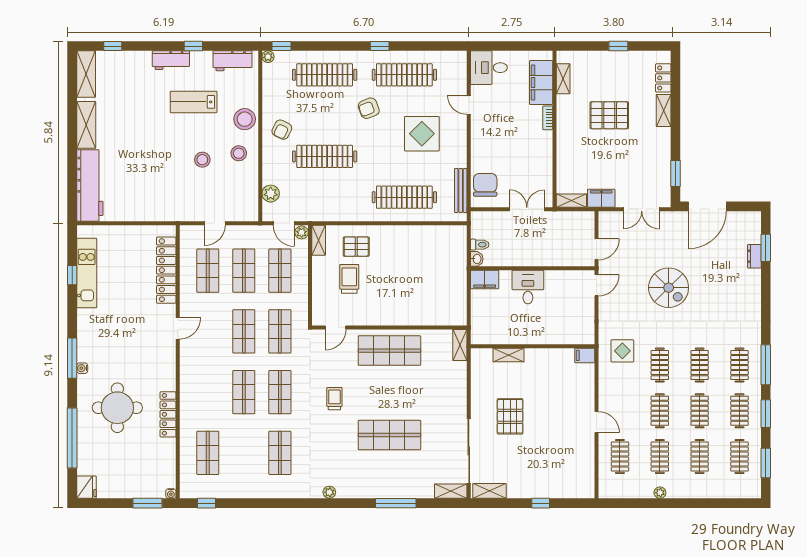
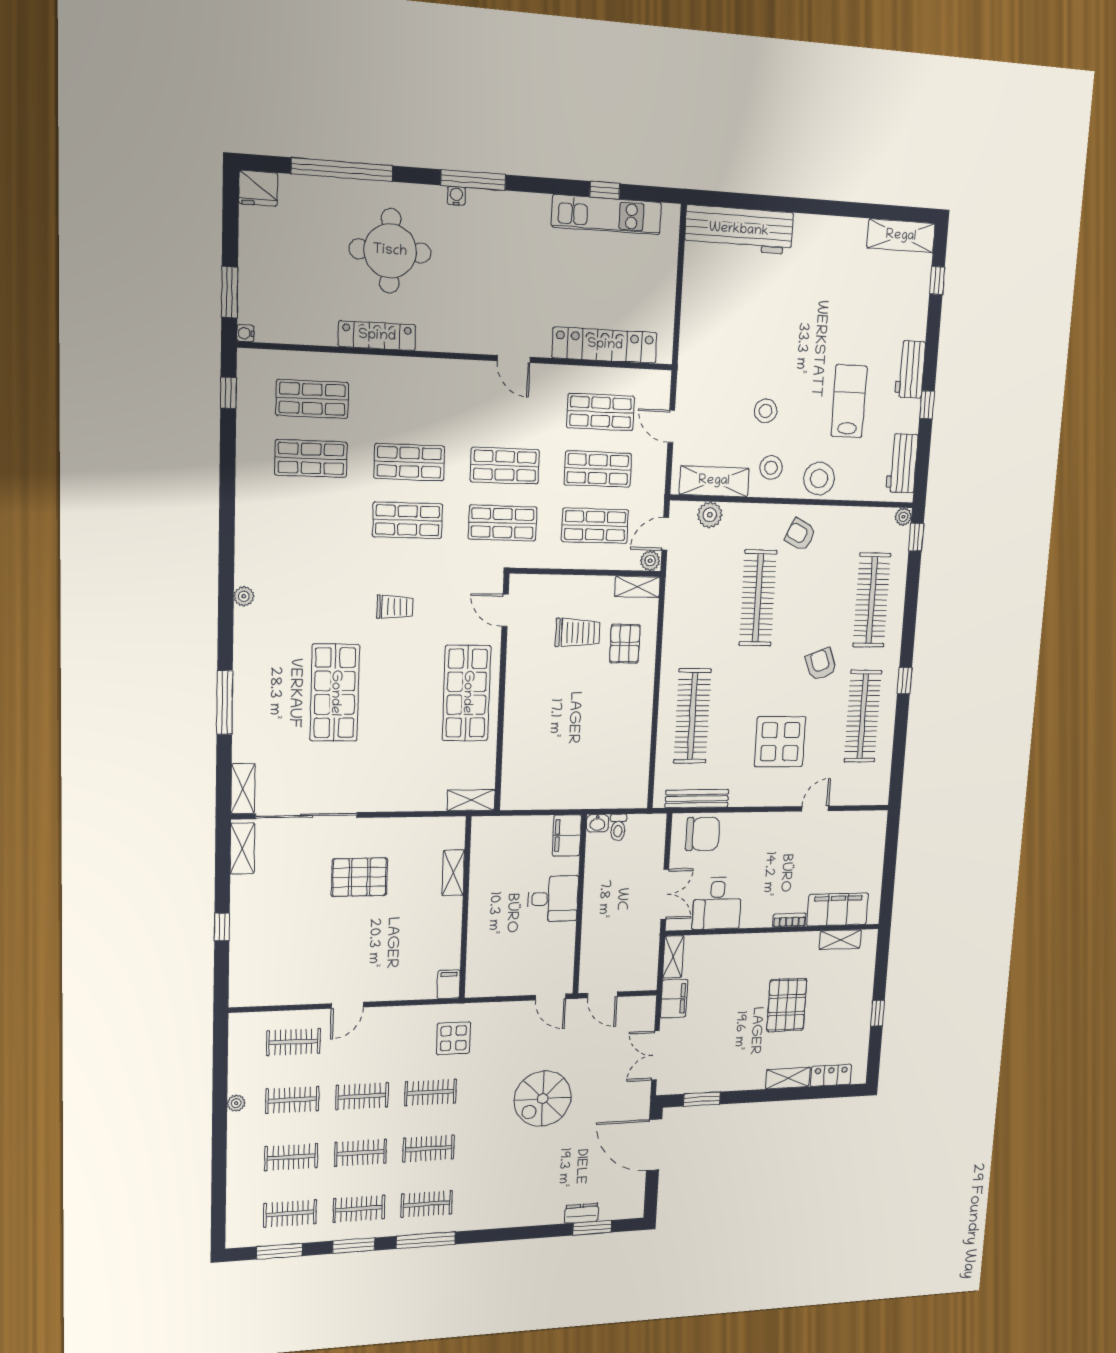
desk: (489, 68) -> (717, 903), moved, turned 180
shelving: (86, 125) -> (714, 481), moved
shop shelf: (280, 453) -> (311, 459), moved

